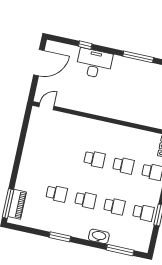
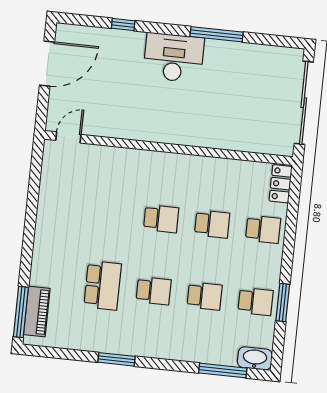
desk: (94, 63) -> (174, 58), moved
school desk: (57, 194) -> (103, 285), width x1.85
washbasin: (99, 236) -> (255, 358), moved

